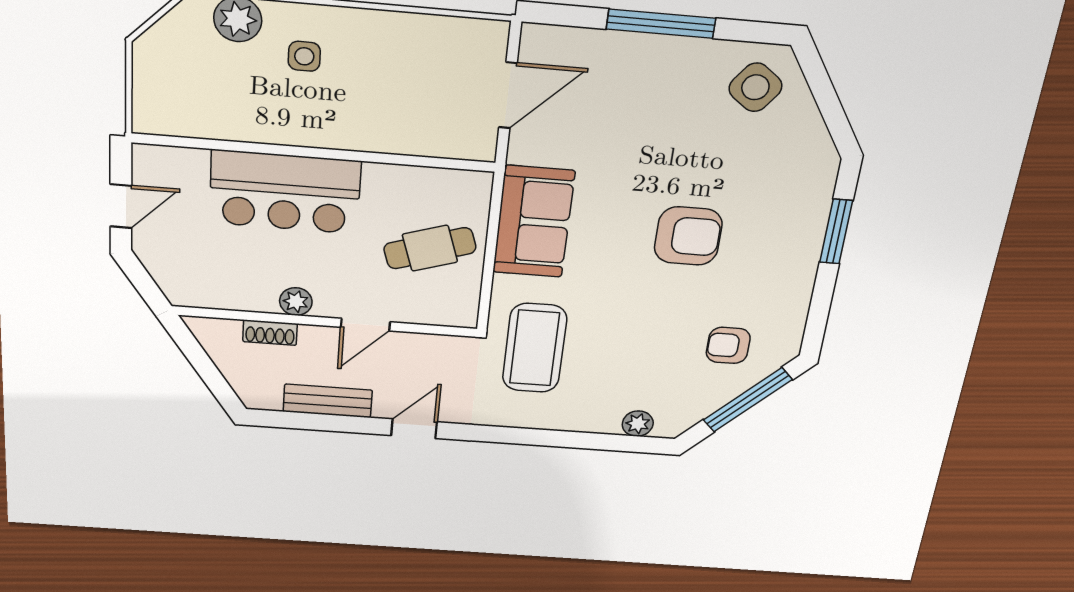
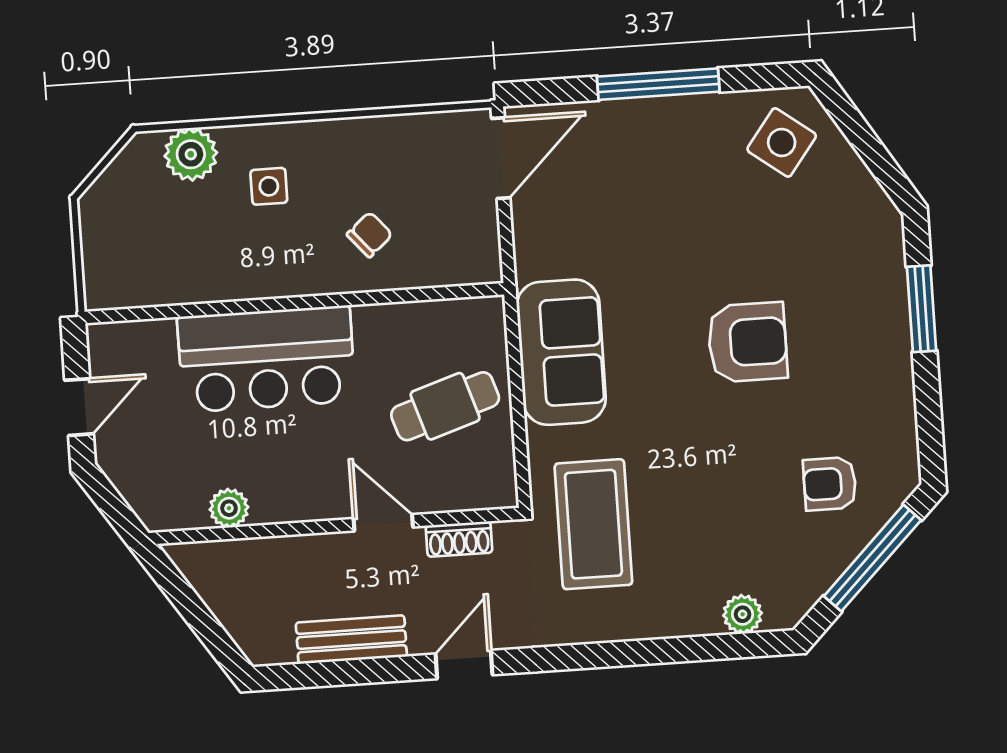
door: (508, 95) -> (501, 158), moved
chair: (387, 108) -> (370, 235), added
plant: (296, 302) -> (229, 508), moved
door: (365, 325) -> (383, 523), swing flipped
shoe rack: (270, 333) -> (459, 539), moved

